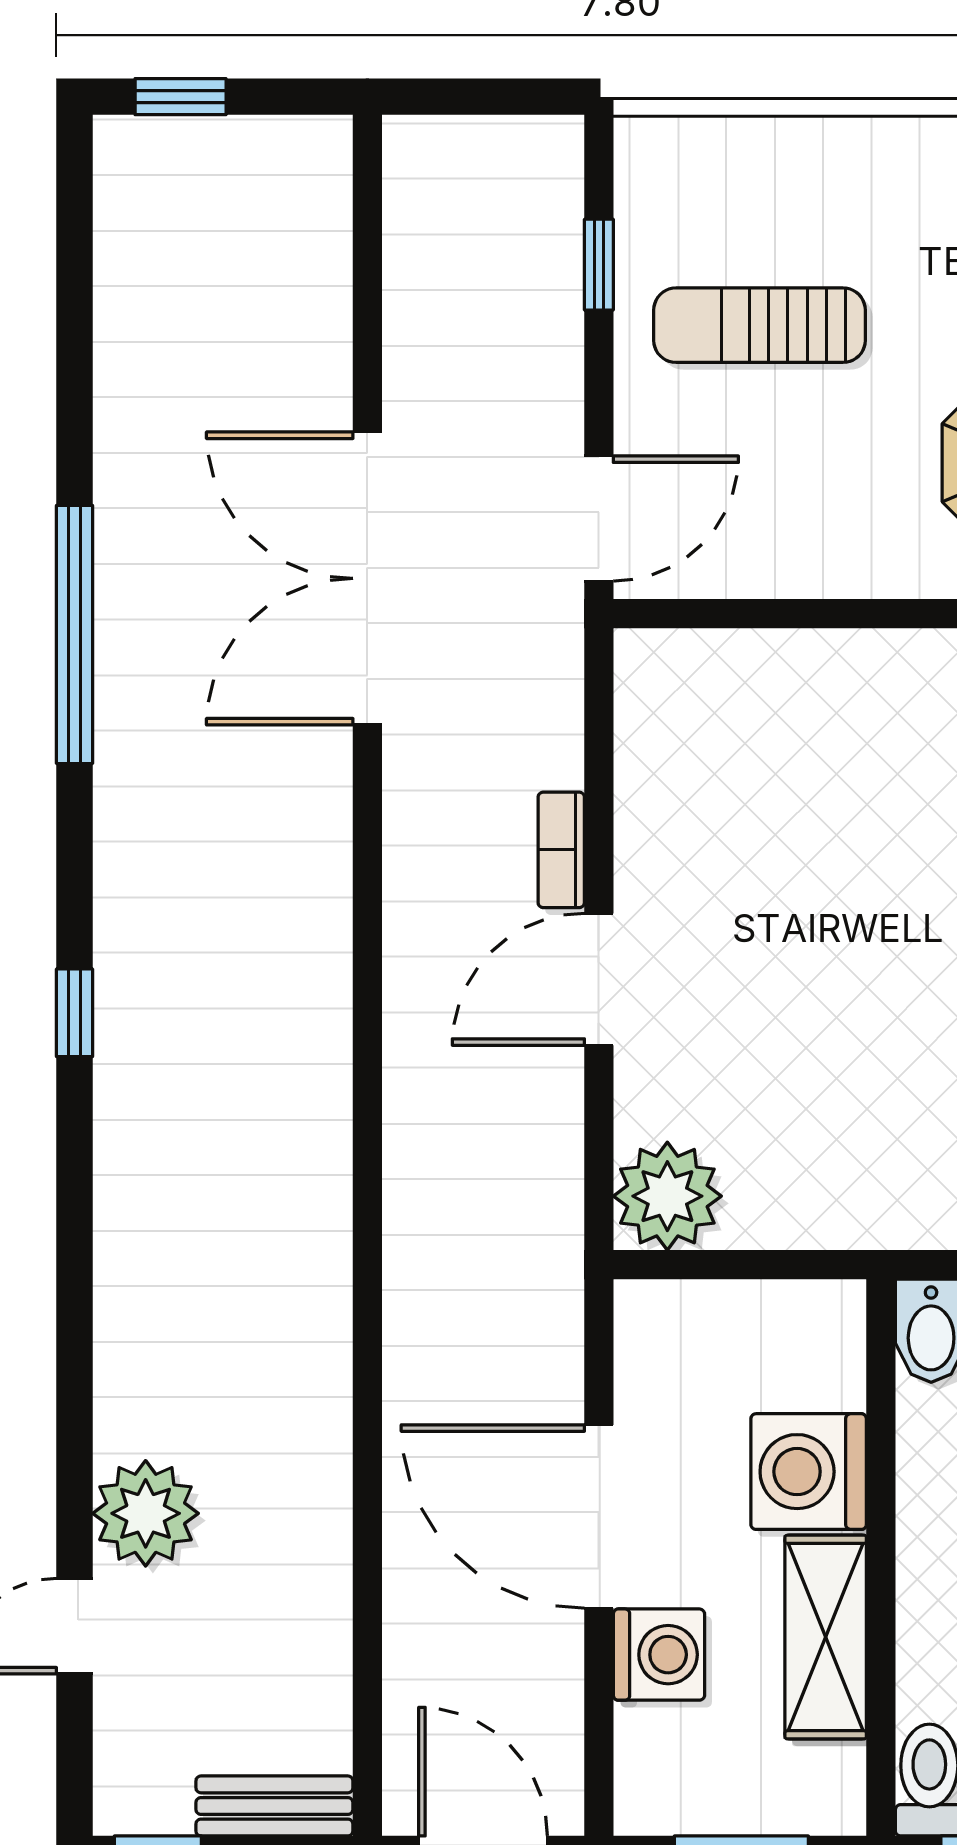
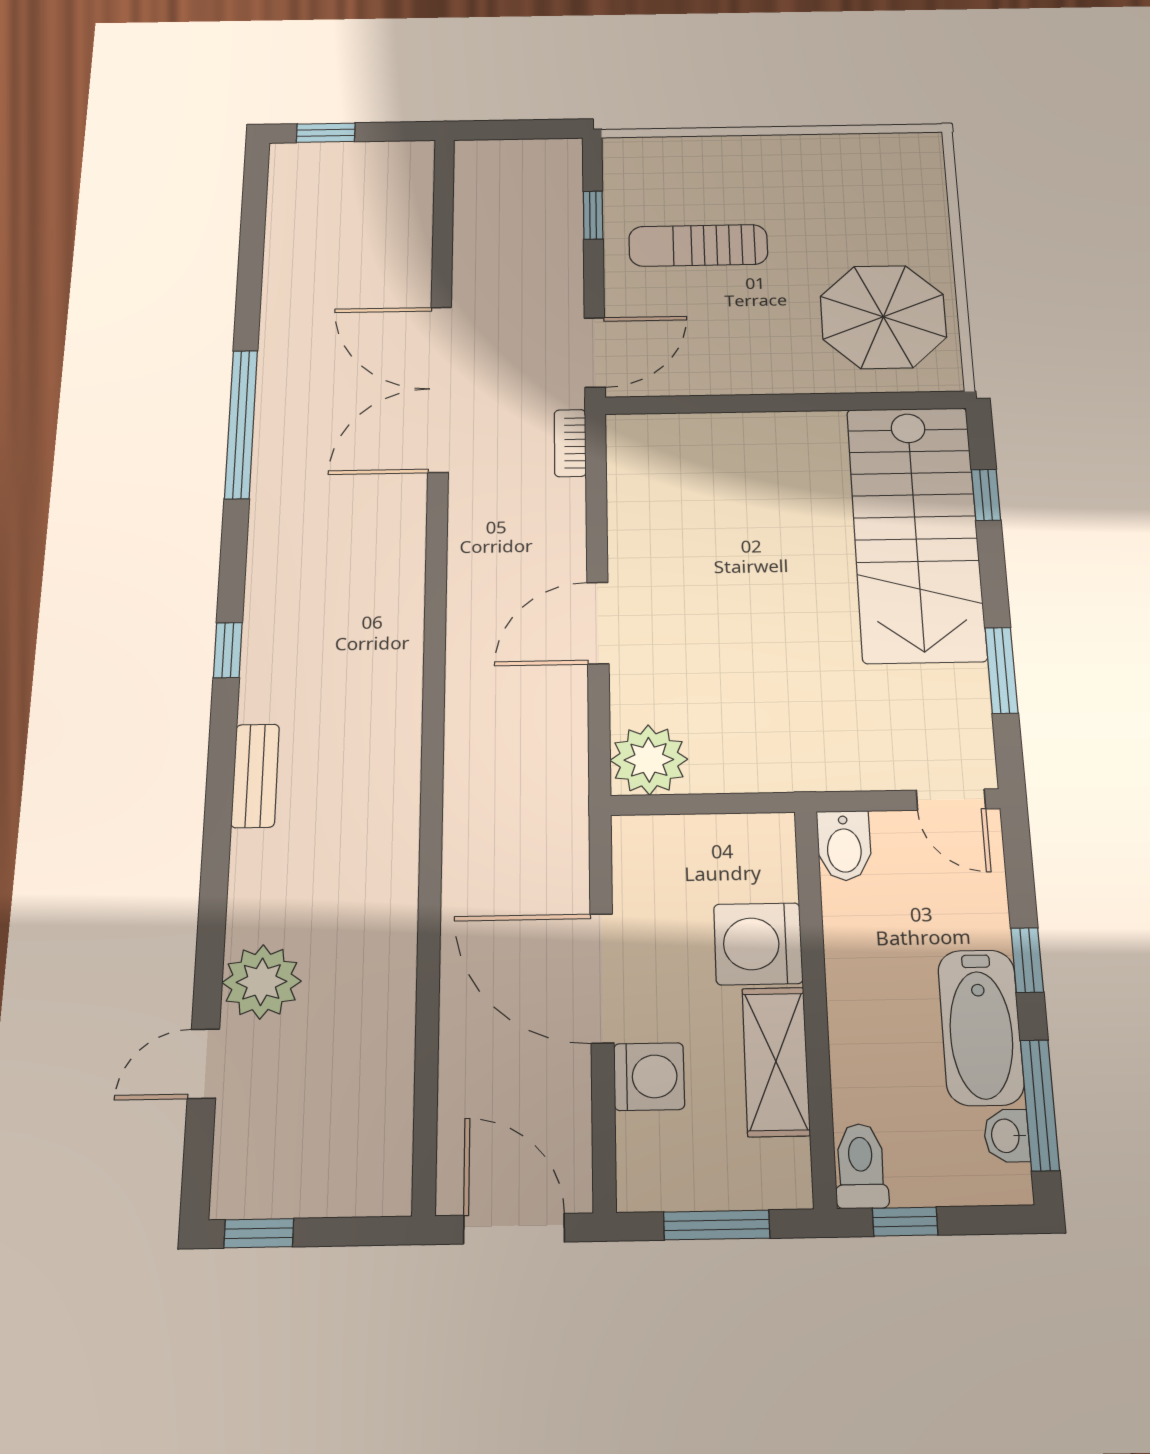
bookcase: (561, 850) -> (570, 443), moved
bench: (274, 1806) -> (255, 776), moved, turned 90

